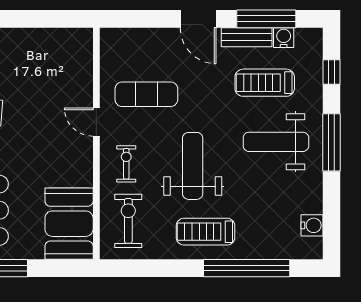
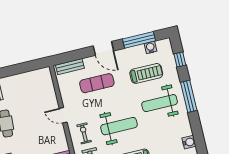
bench: (247, 37) -> (70, 67), moved
treadmill: (265, 83) -> (146, 73), turned 180
exercise mat: (146, 94) -> (97, 83), moved
weight bench: (193, 166) -> (119, 126), turned 90

